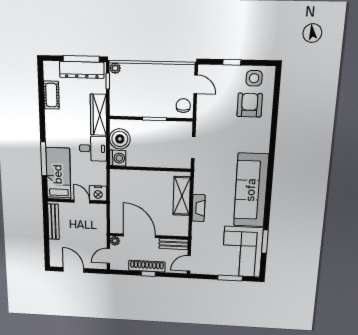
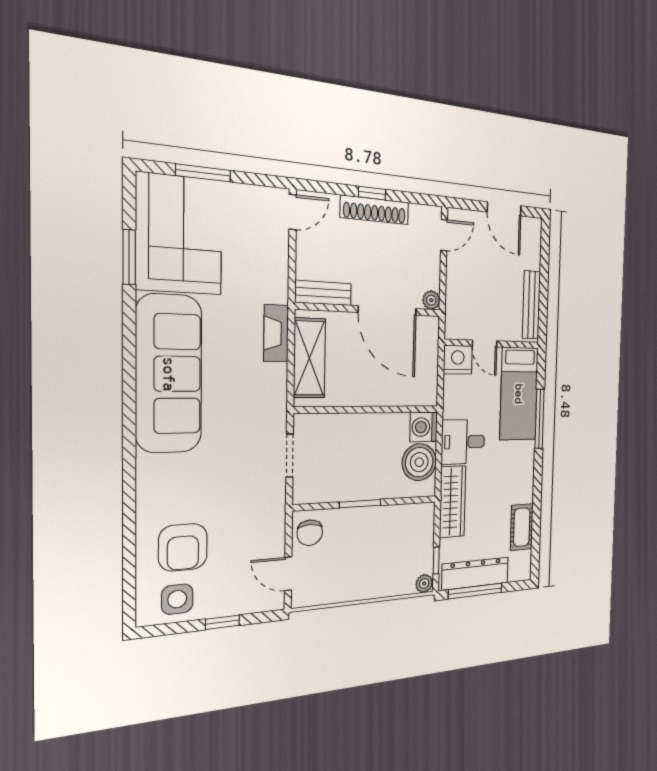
door: (139, 236) -> (387, 310), moved
wall: (149, 236) -> (370, 310), moved
plant: (115, 241) -> (431, 300), moved
bench: (174, 244) -> (323, 293), moved

